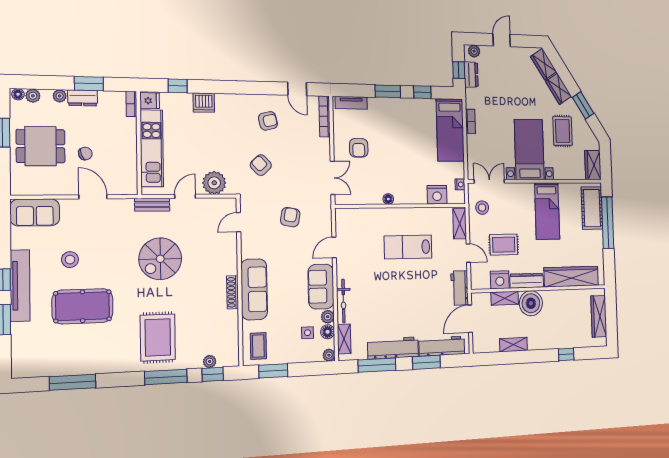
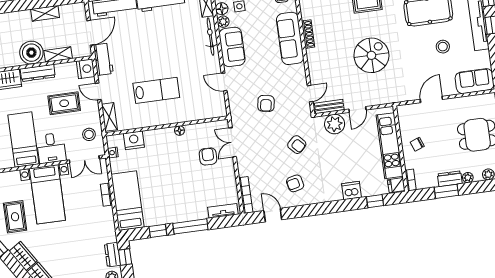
window: (388, 91) -> (190, 226), width x1.44
bookcase: (470, 121) -> (106, 195), moved
armchair: (359, 148) -> (208, 157), moved
chair: (85, 154) -> (417, 144), moved
door: (93, 197) -> (431, 99), swing flipped
desk: (521, 198) -> (51, 148), added
bench: (152, 205) -> (329, 107), moved
door: (334, 247) -> (224, 82), swing flipped
nightstand: (500, 280) -> (86, 69), moved, turned 90

